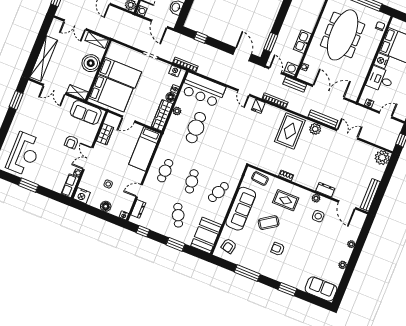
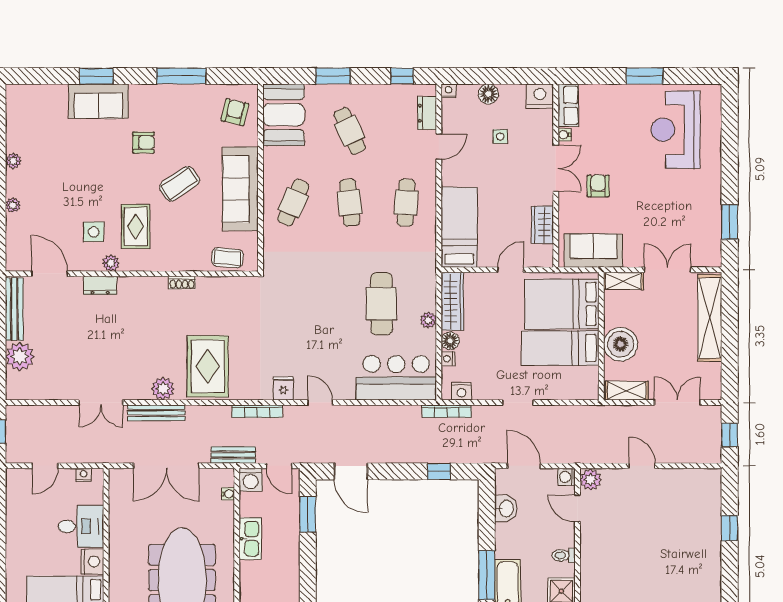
plant: (382, 158) -> (20, 357), moved
rug: (286, 200) -> (136, 227), moved, turned 90
sofa: (321, 289) -> (98, 101), moved

